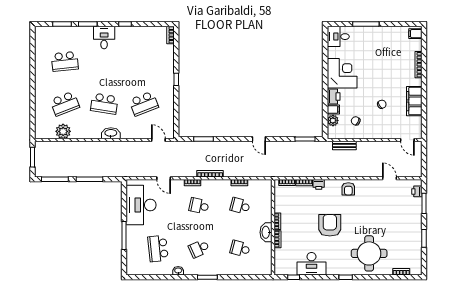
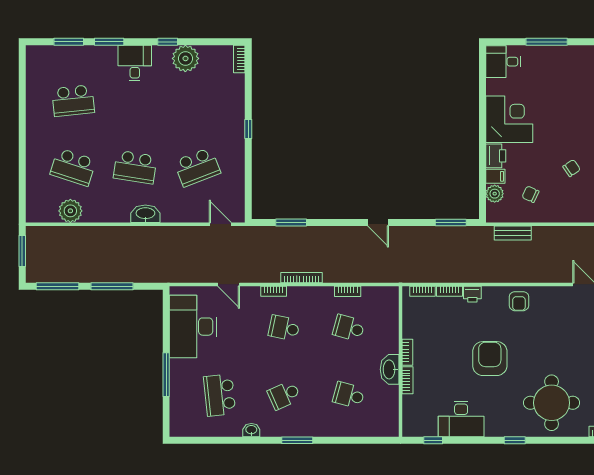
plant: (136, 35) -> (185, 58), added
school desk: (65, 104) -> (73, 167), turned 39

